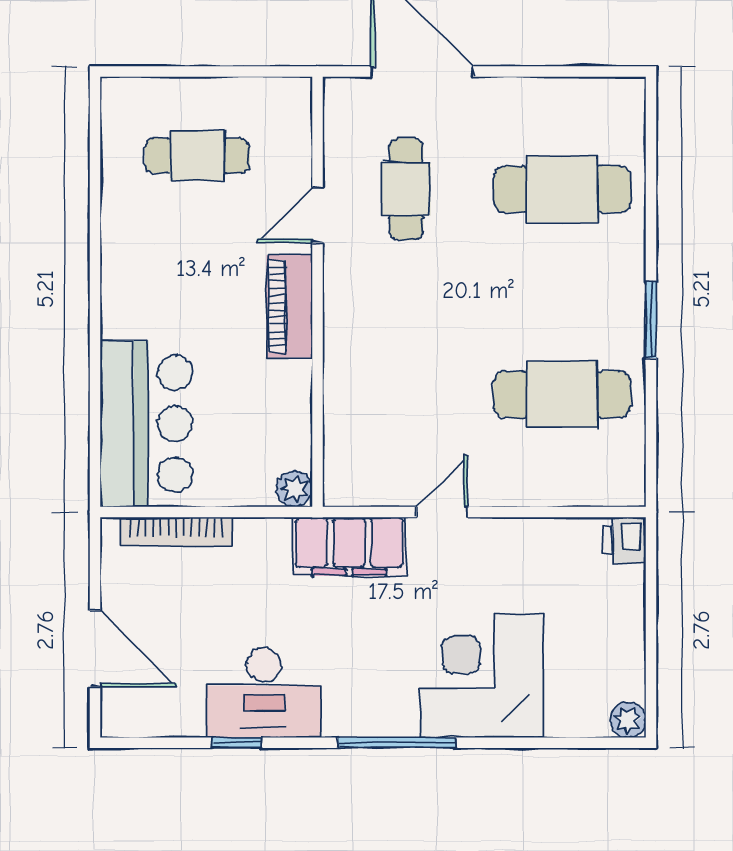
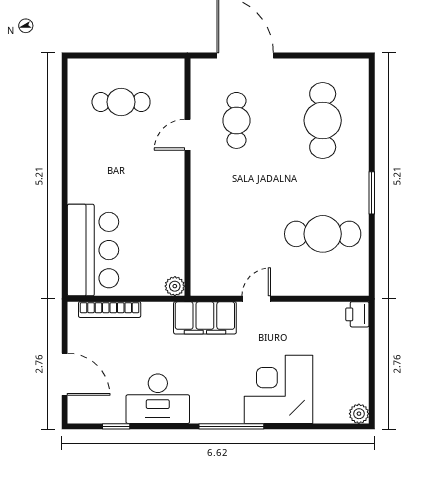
cafe table: (562, 189) -> (323, 120), turned 90
piano: (289, 306) -> (172, 185), removed
window: (237, 743) -> (116, 426), moved

